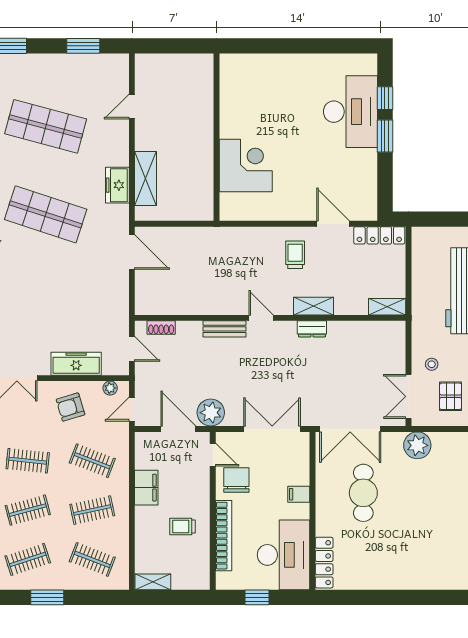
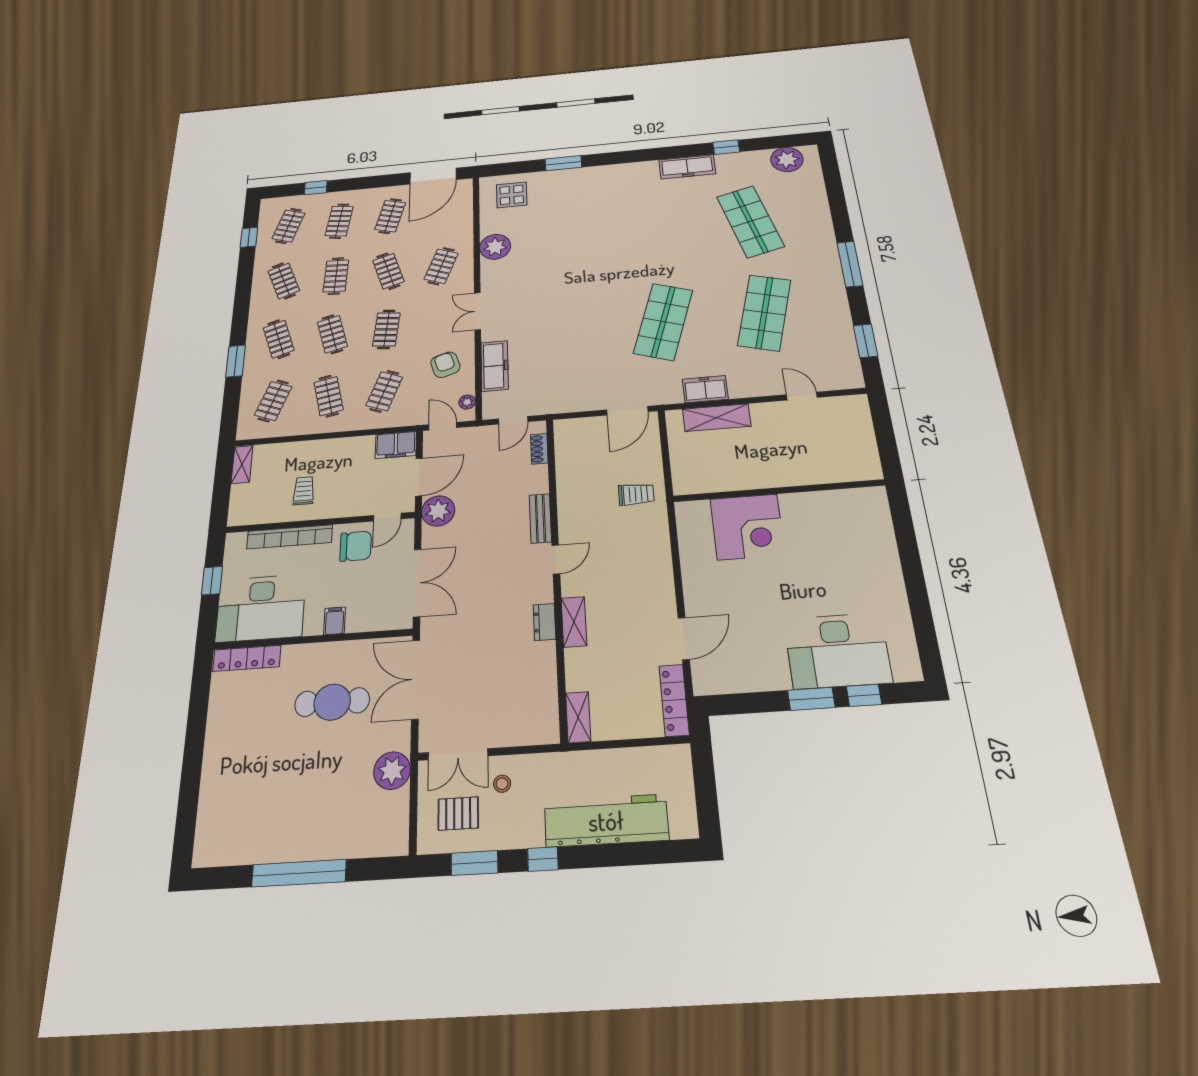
trolley: (295, 255) -> (636, 494), moved
double door: (409, 396) -> (458, 754), swing flipped
filing cabinet: (146, 488) -> (396, 445), moved

